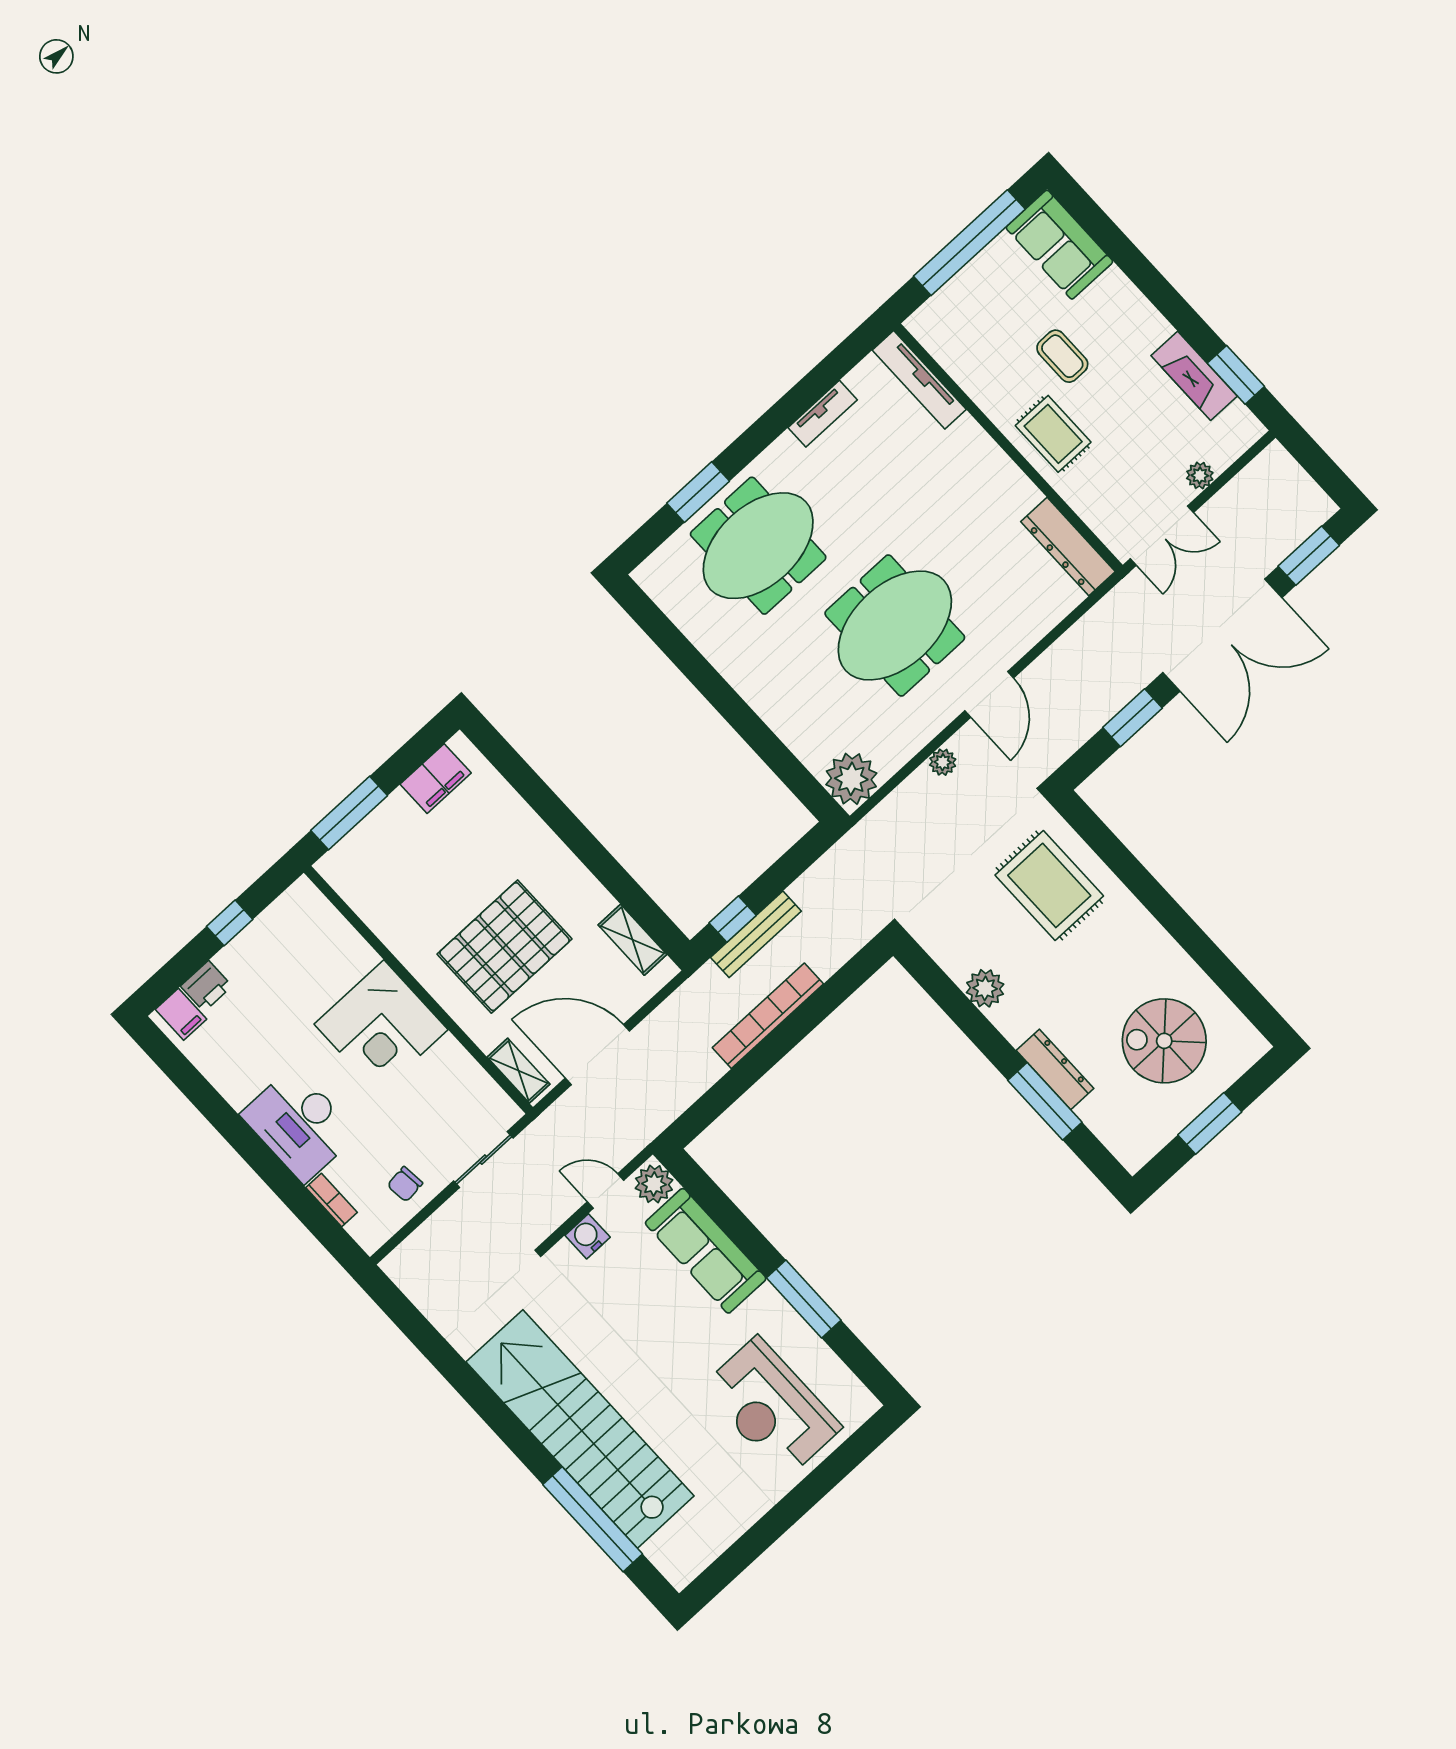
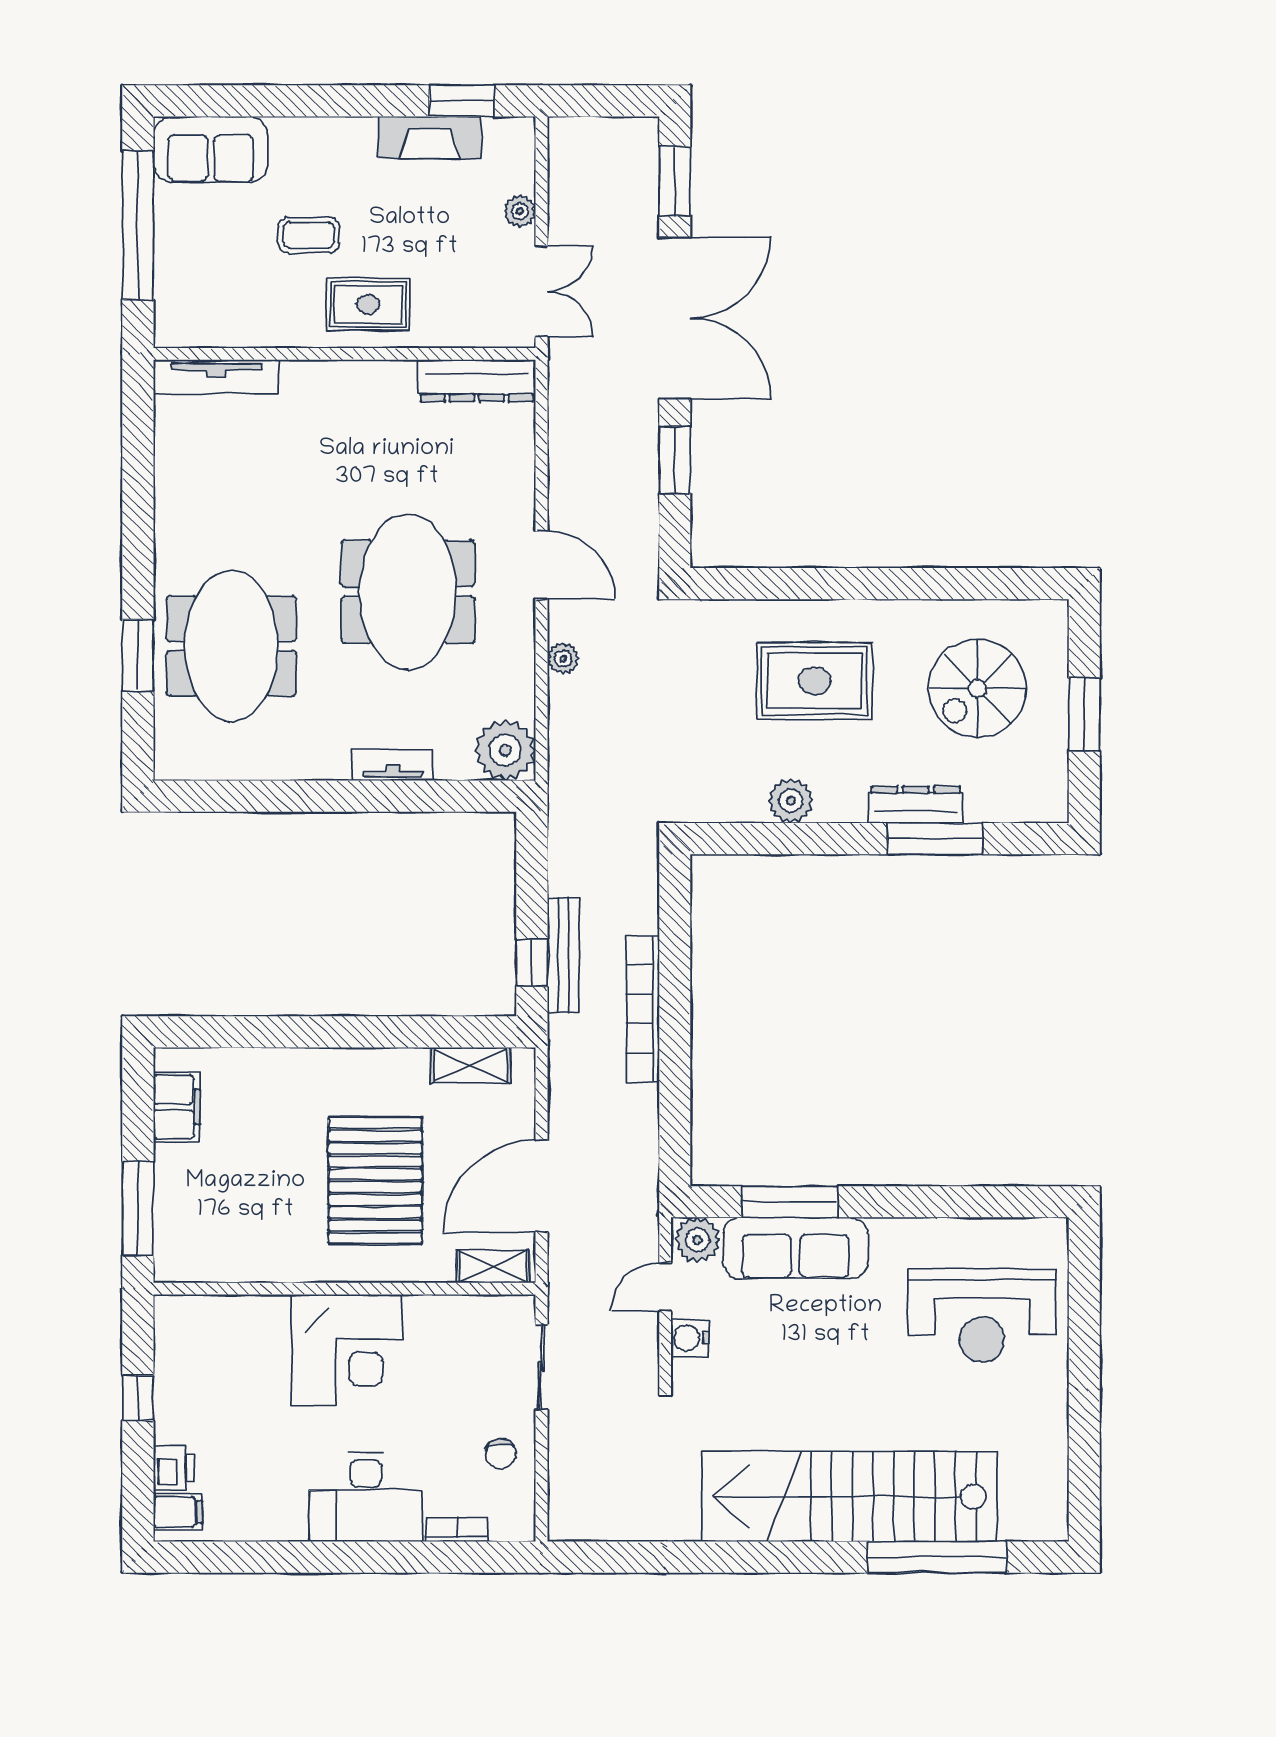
tv unit: (823, 414) -> (393, 765), moved, turned -90
rug: (1049, 885) -> (814, 681), moved
window: (804, 1299) -> (790, 1202), moved

